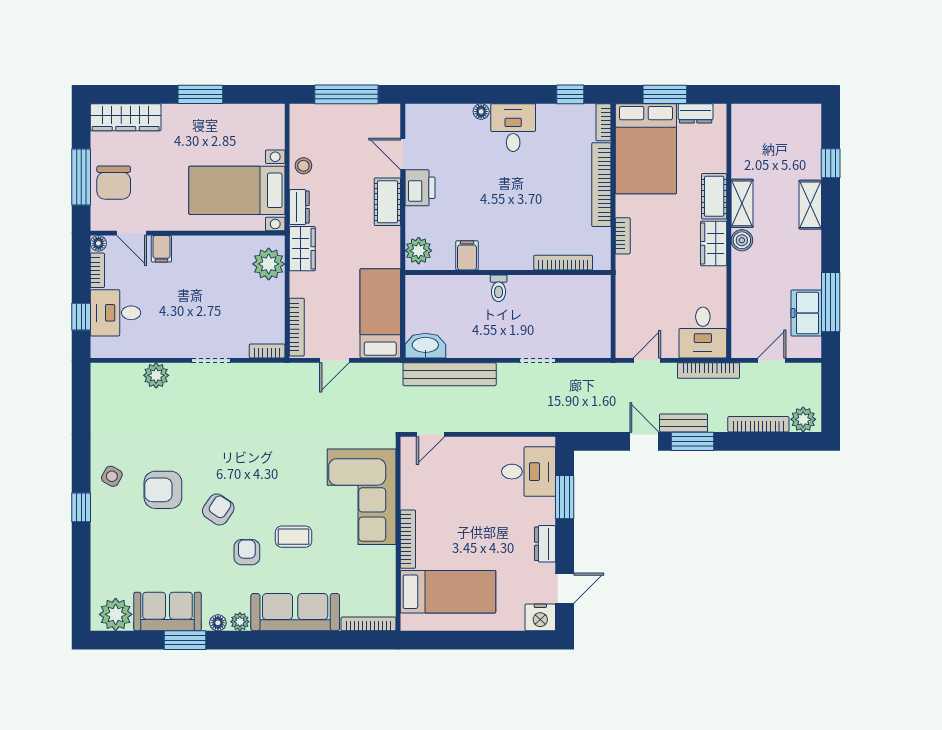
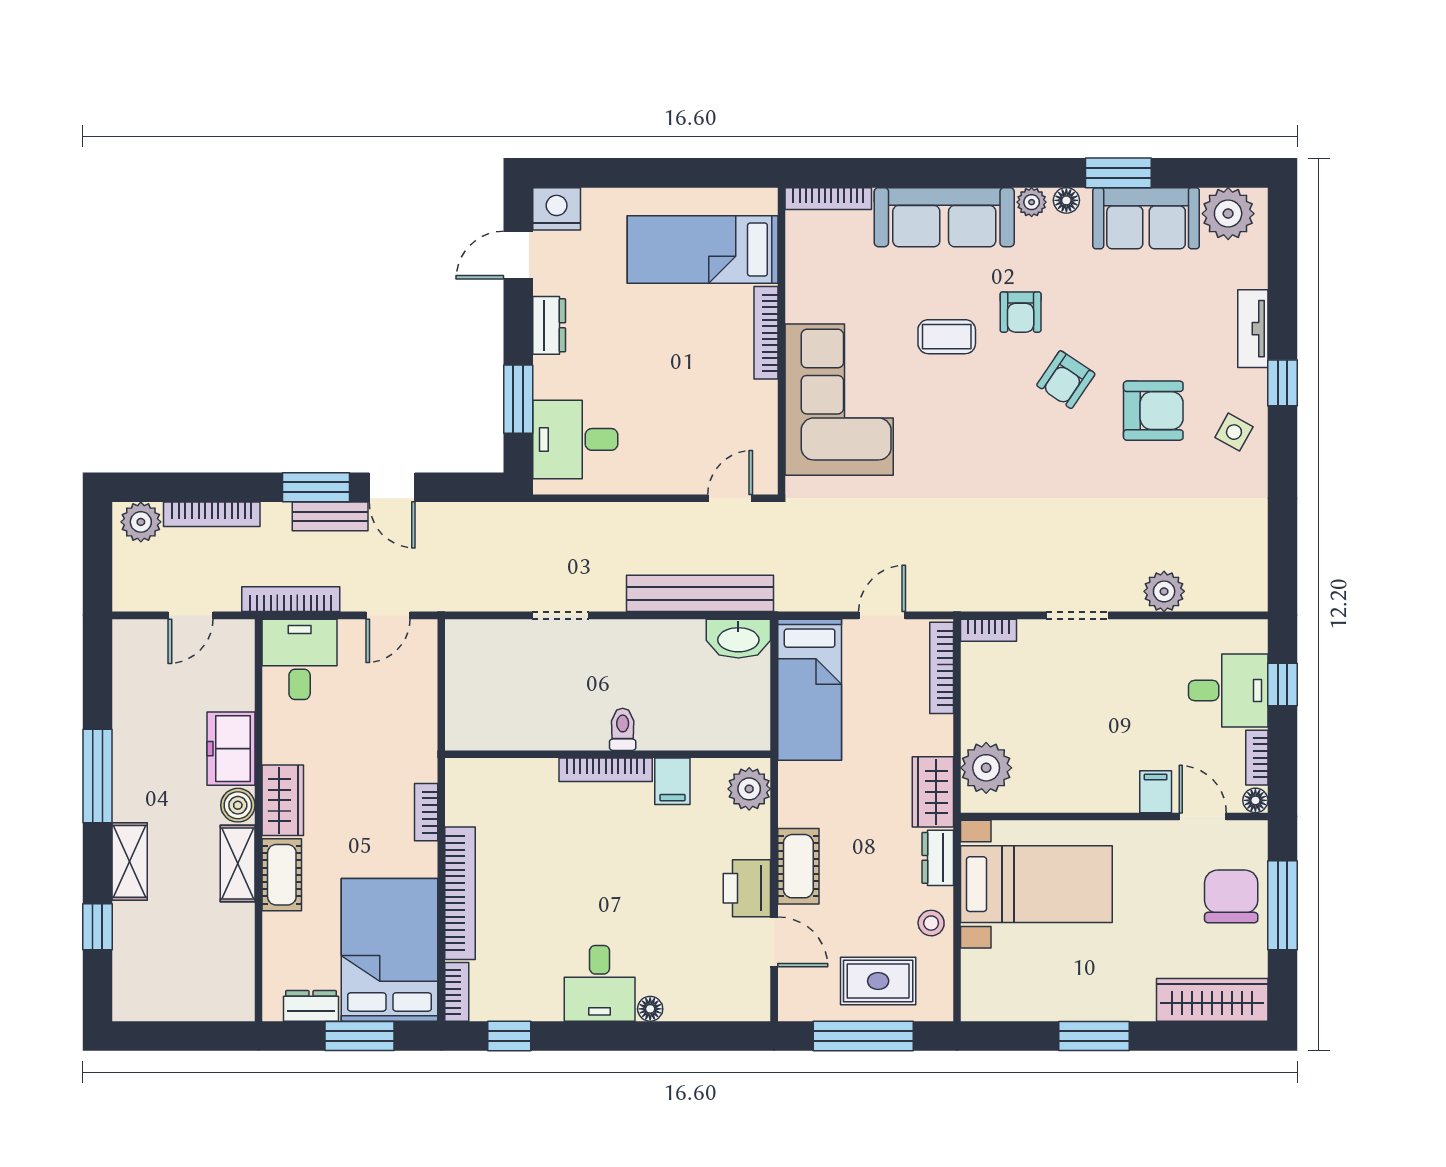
rug: (337, 129) -> (878, 981), added
bookcase: (563, 263) -> (606, 770), moved
window: (831, 302) -> (98, 776), moved
freezer: (806, 313) -> (231, 749), moved, turned 180
tv unit: (100, 542) -> (1253, 329), added

